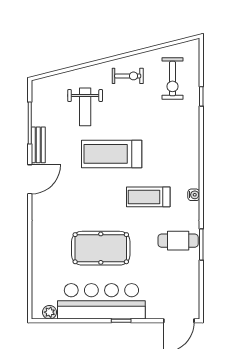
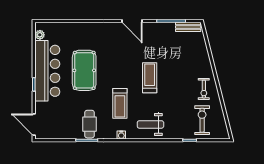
exercise bike: (173, 78) -> (202, 120), turned 90
weight bench: (85, 107) -> (150, 124), moved
bench: (38, 145) -> (188, 27), moved
treadmill: (112, 154) -> (150, 78), width x0.73, depth x0.73
treadmill: (148, 197) -> (120, 103), turned 180

